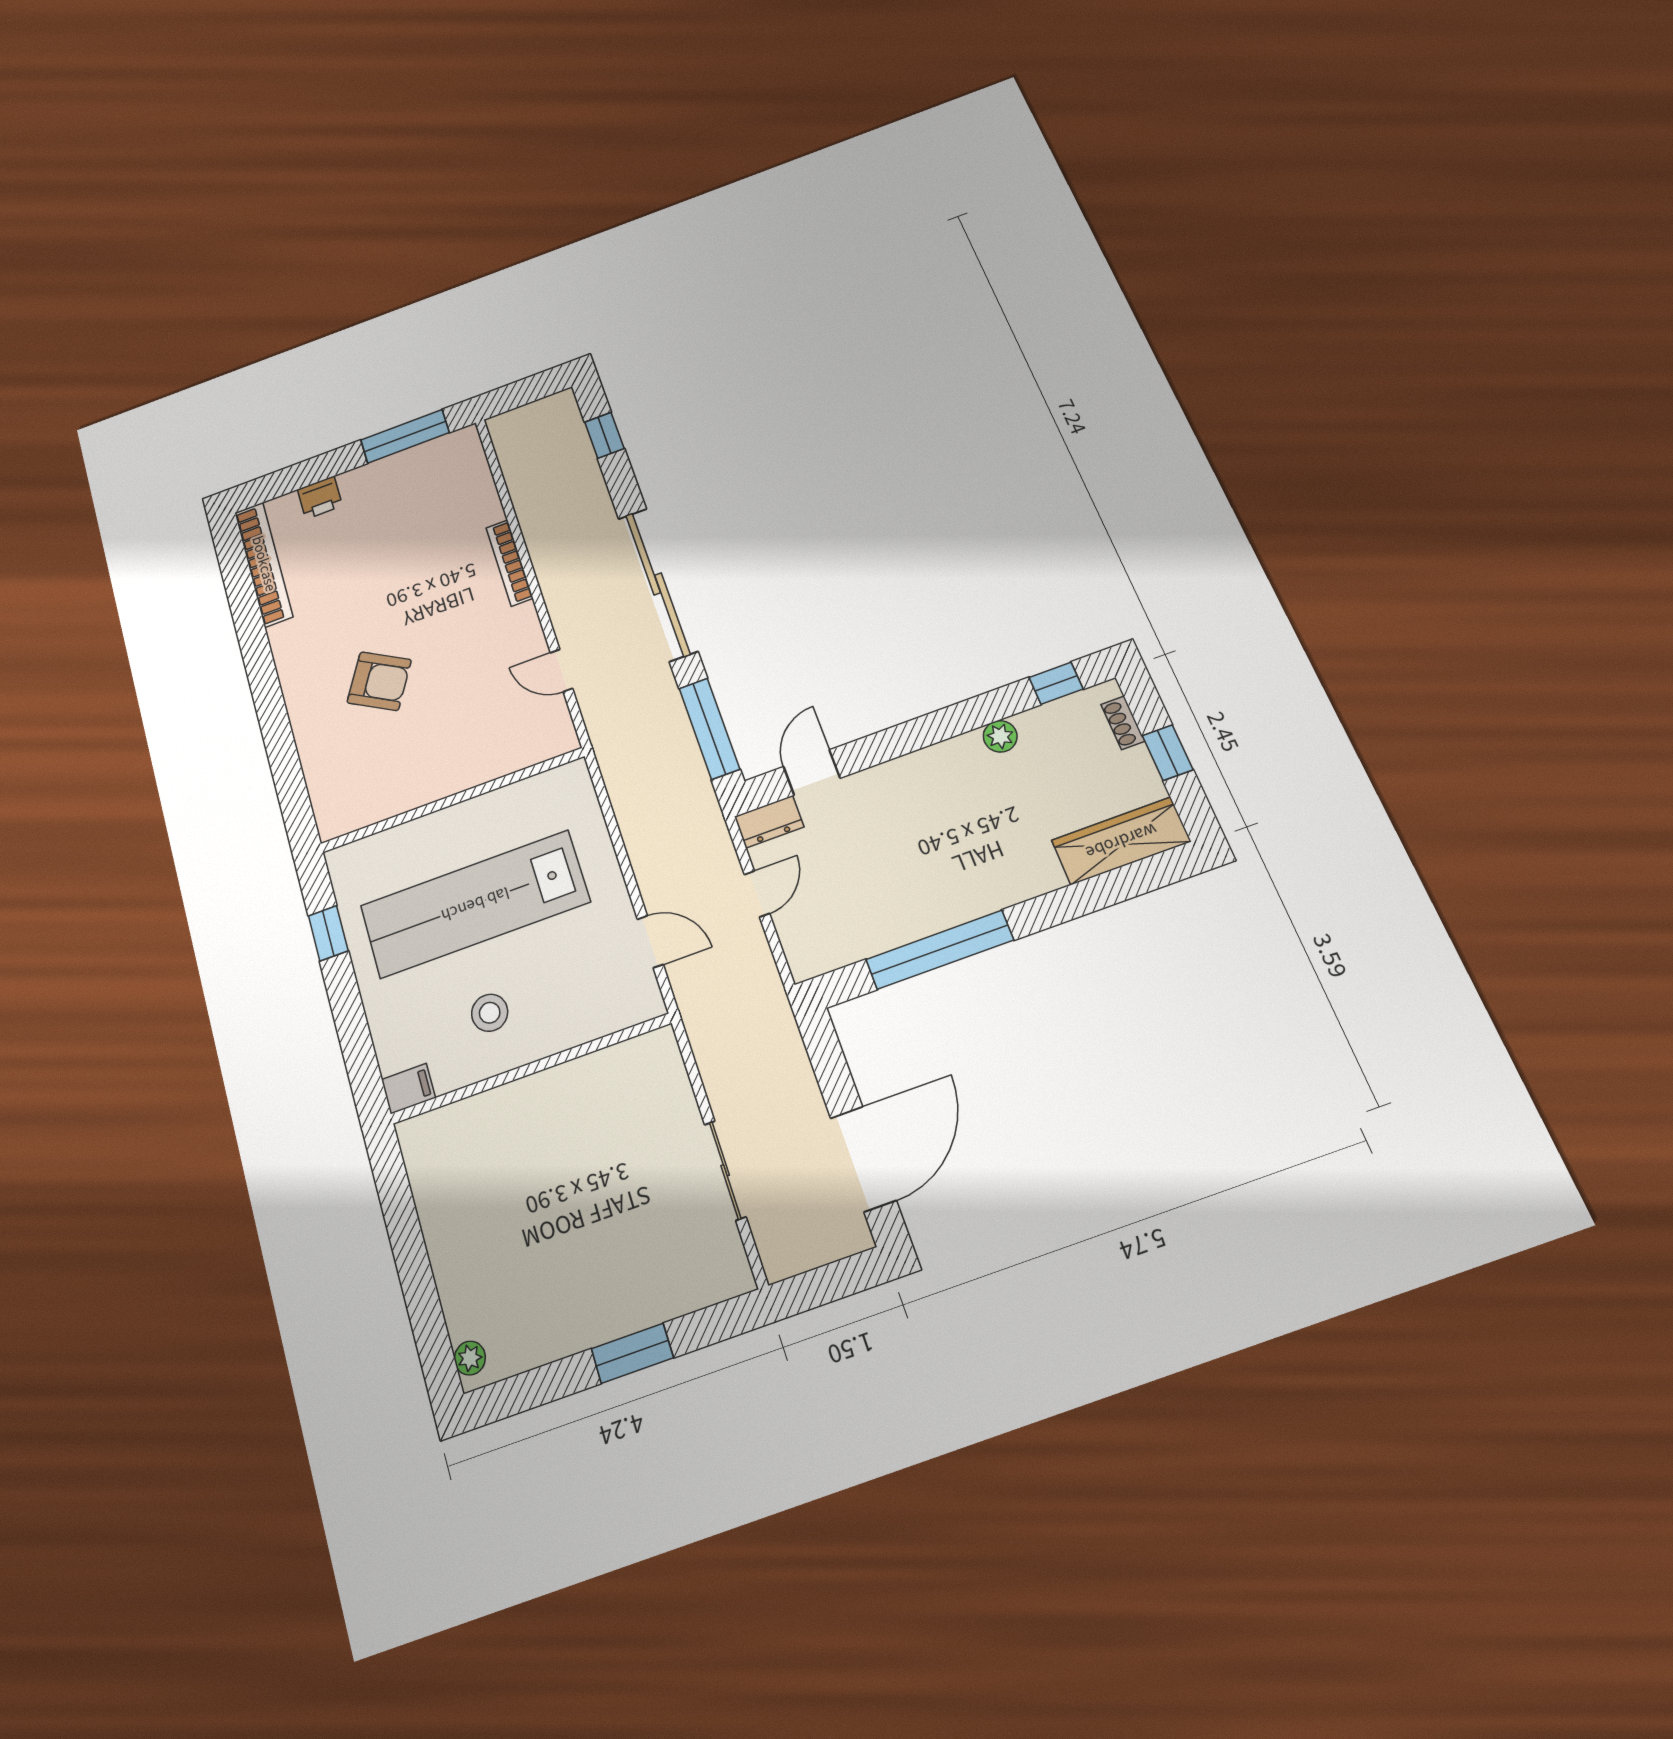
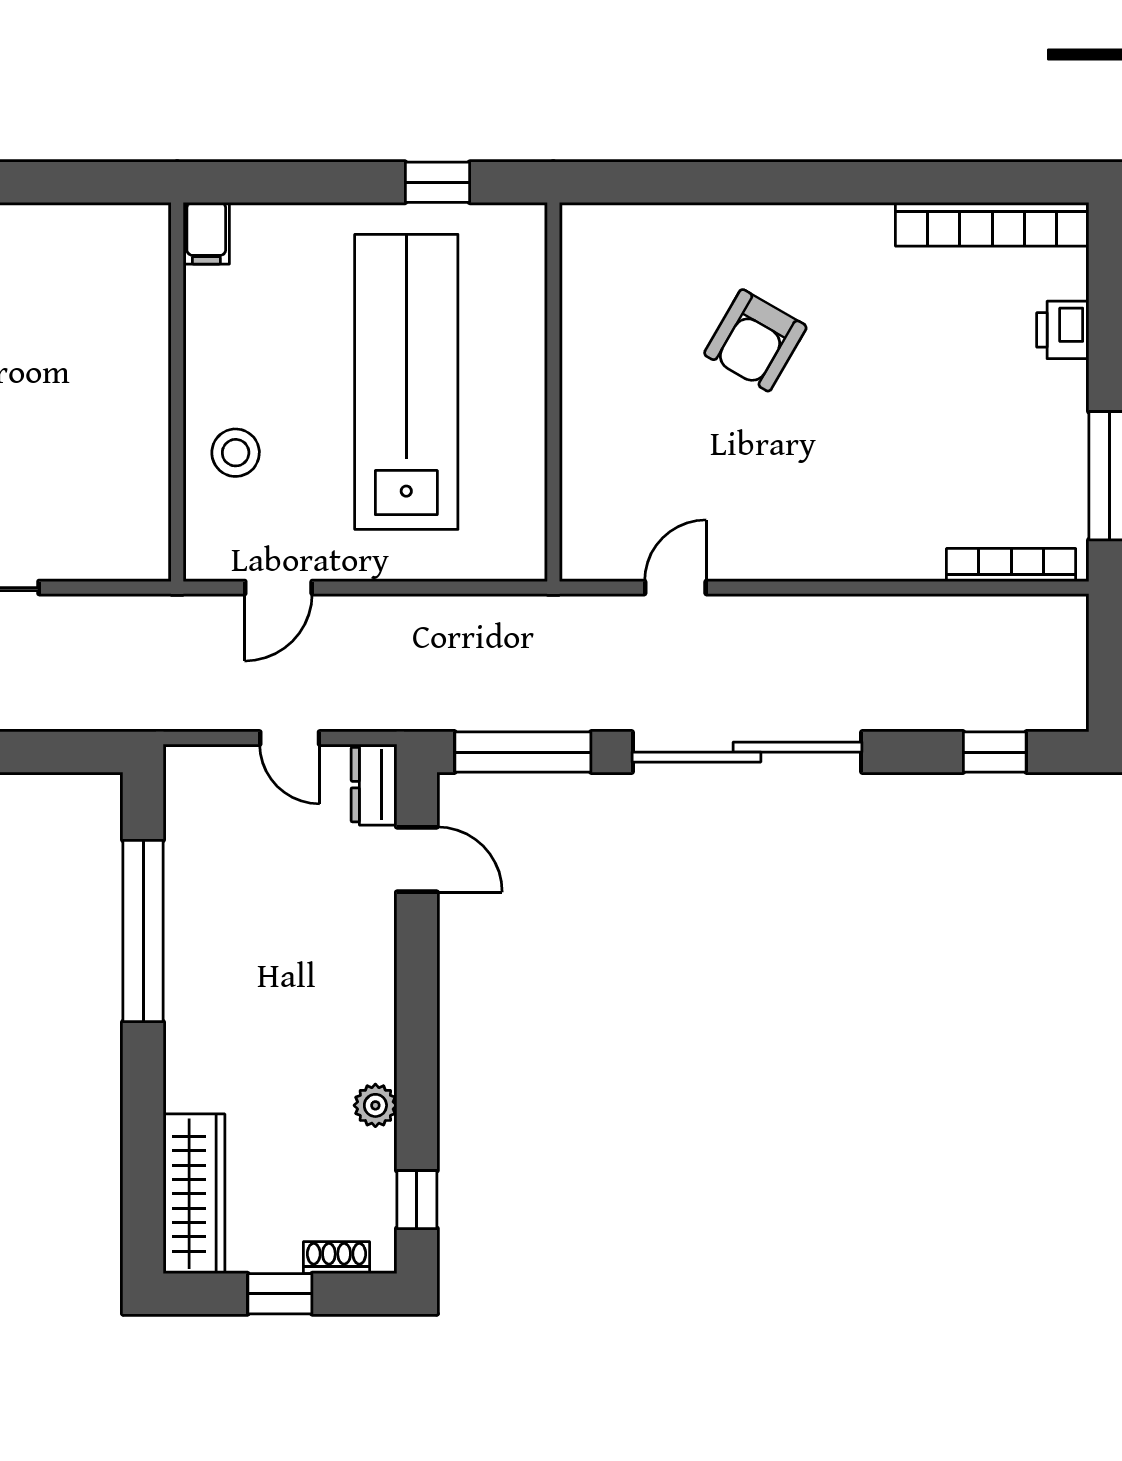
bookcase: (509, 563) -> (1011, 565), moved
stool: (490, 1013) -> (236, 453), moved

